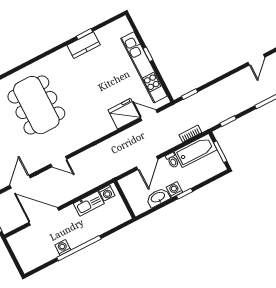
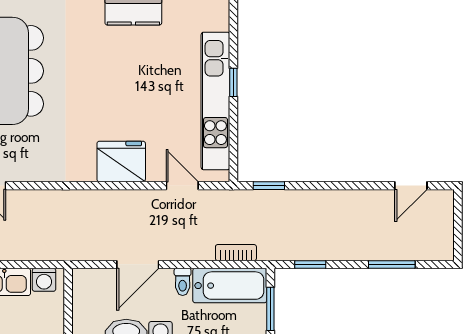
fridge: (124, 114) -> (121, 161), moved

